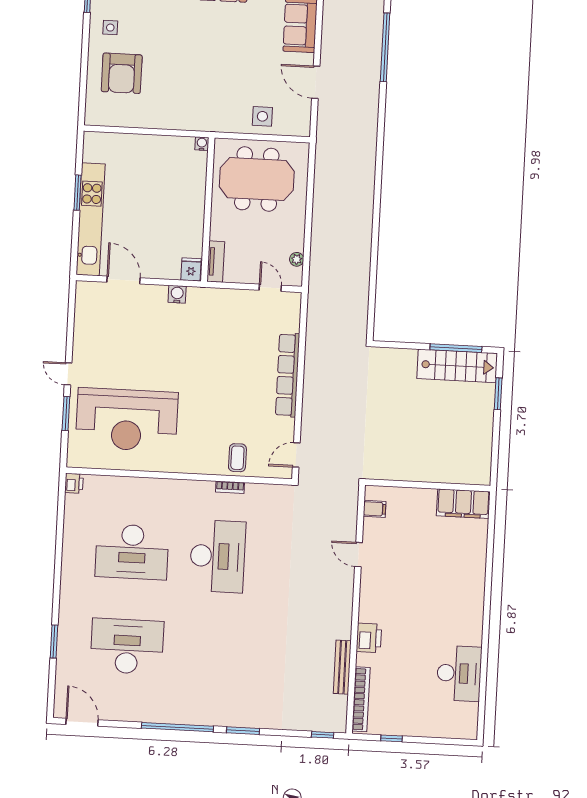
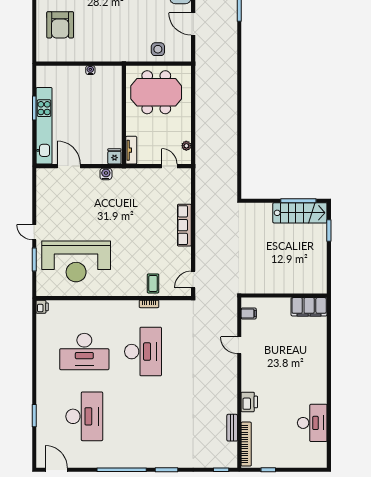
water cooler: (202, 144) -> (90, 70), moved
row of seats: (288, 375) -> (184, 225), width x0.73
desk: (127, 646) -> (84, 416), turned 90
bench: (342, 667) -> (232, 428), width x0.73

